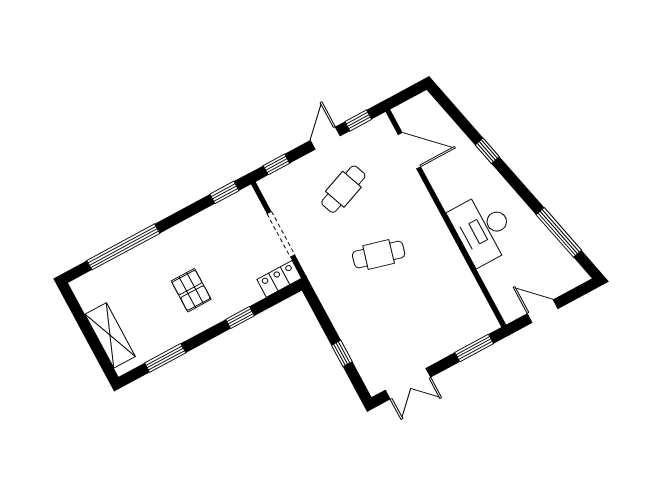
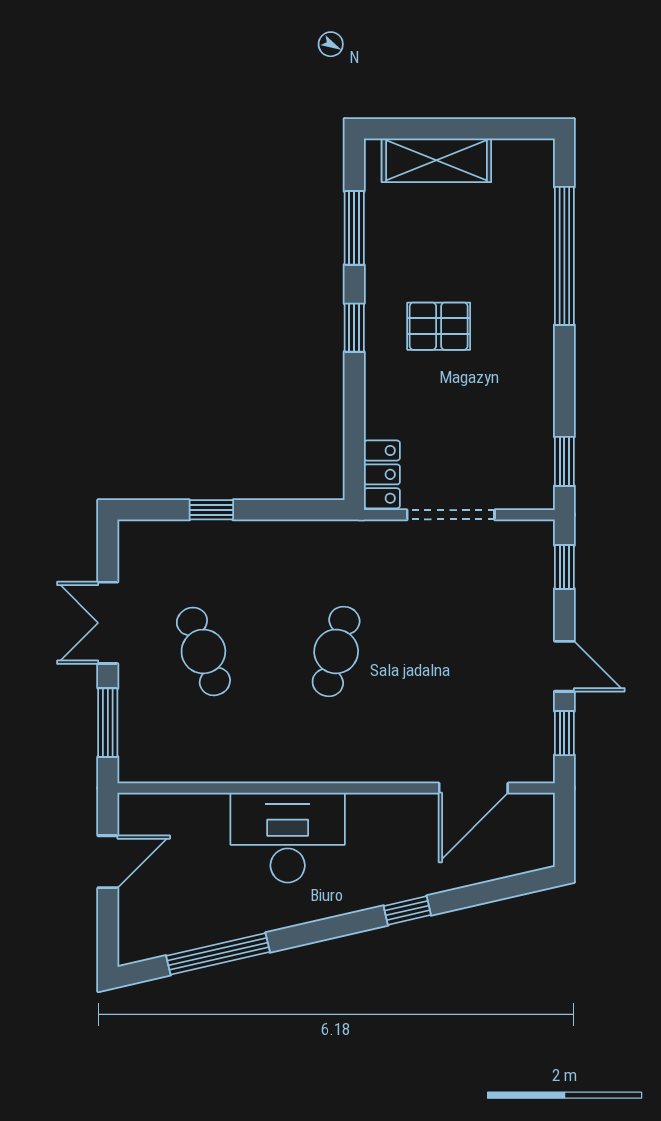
cafe table: (343, 189) -> (203, 651), moved
window: (240, 318) -> (354, 328), moved
double door: (408, 384) -> (108, 623), moved

